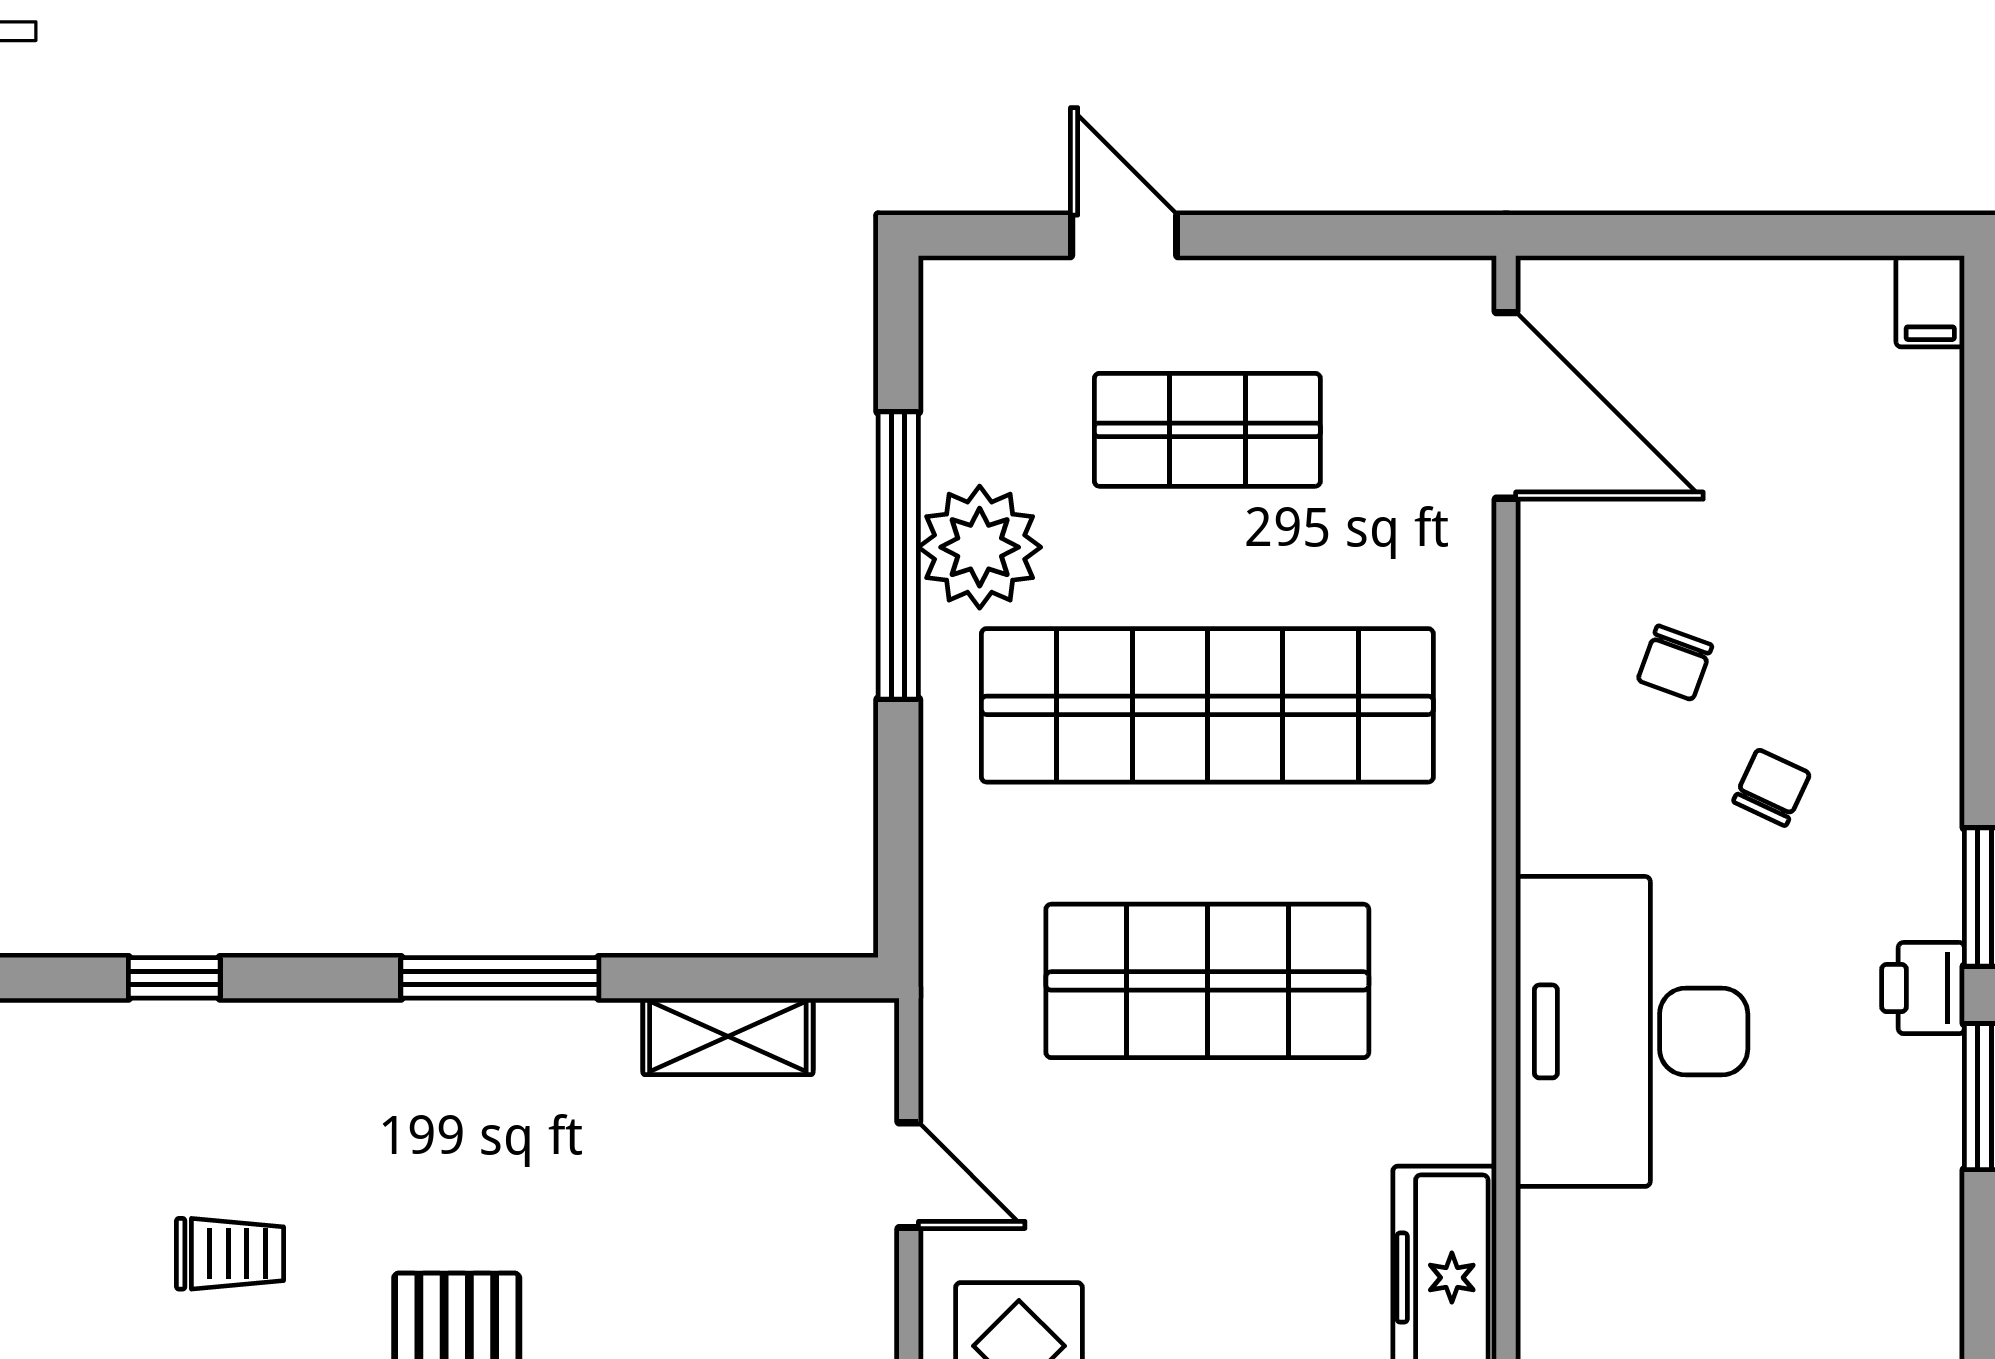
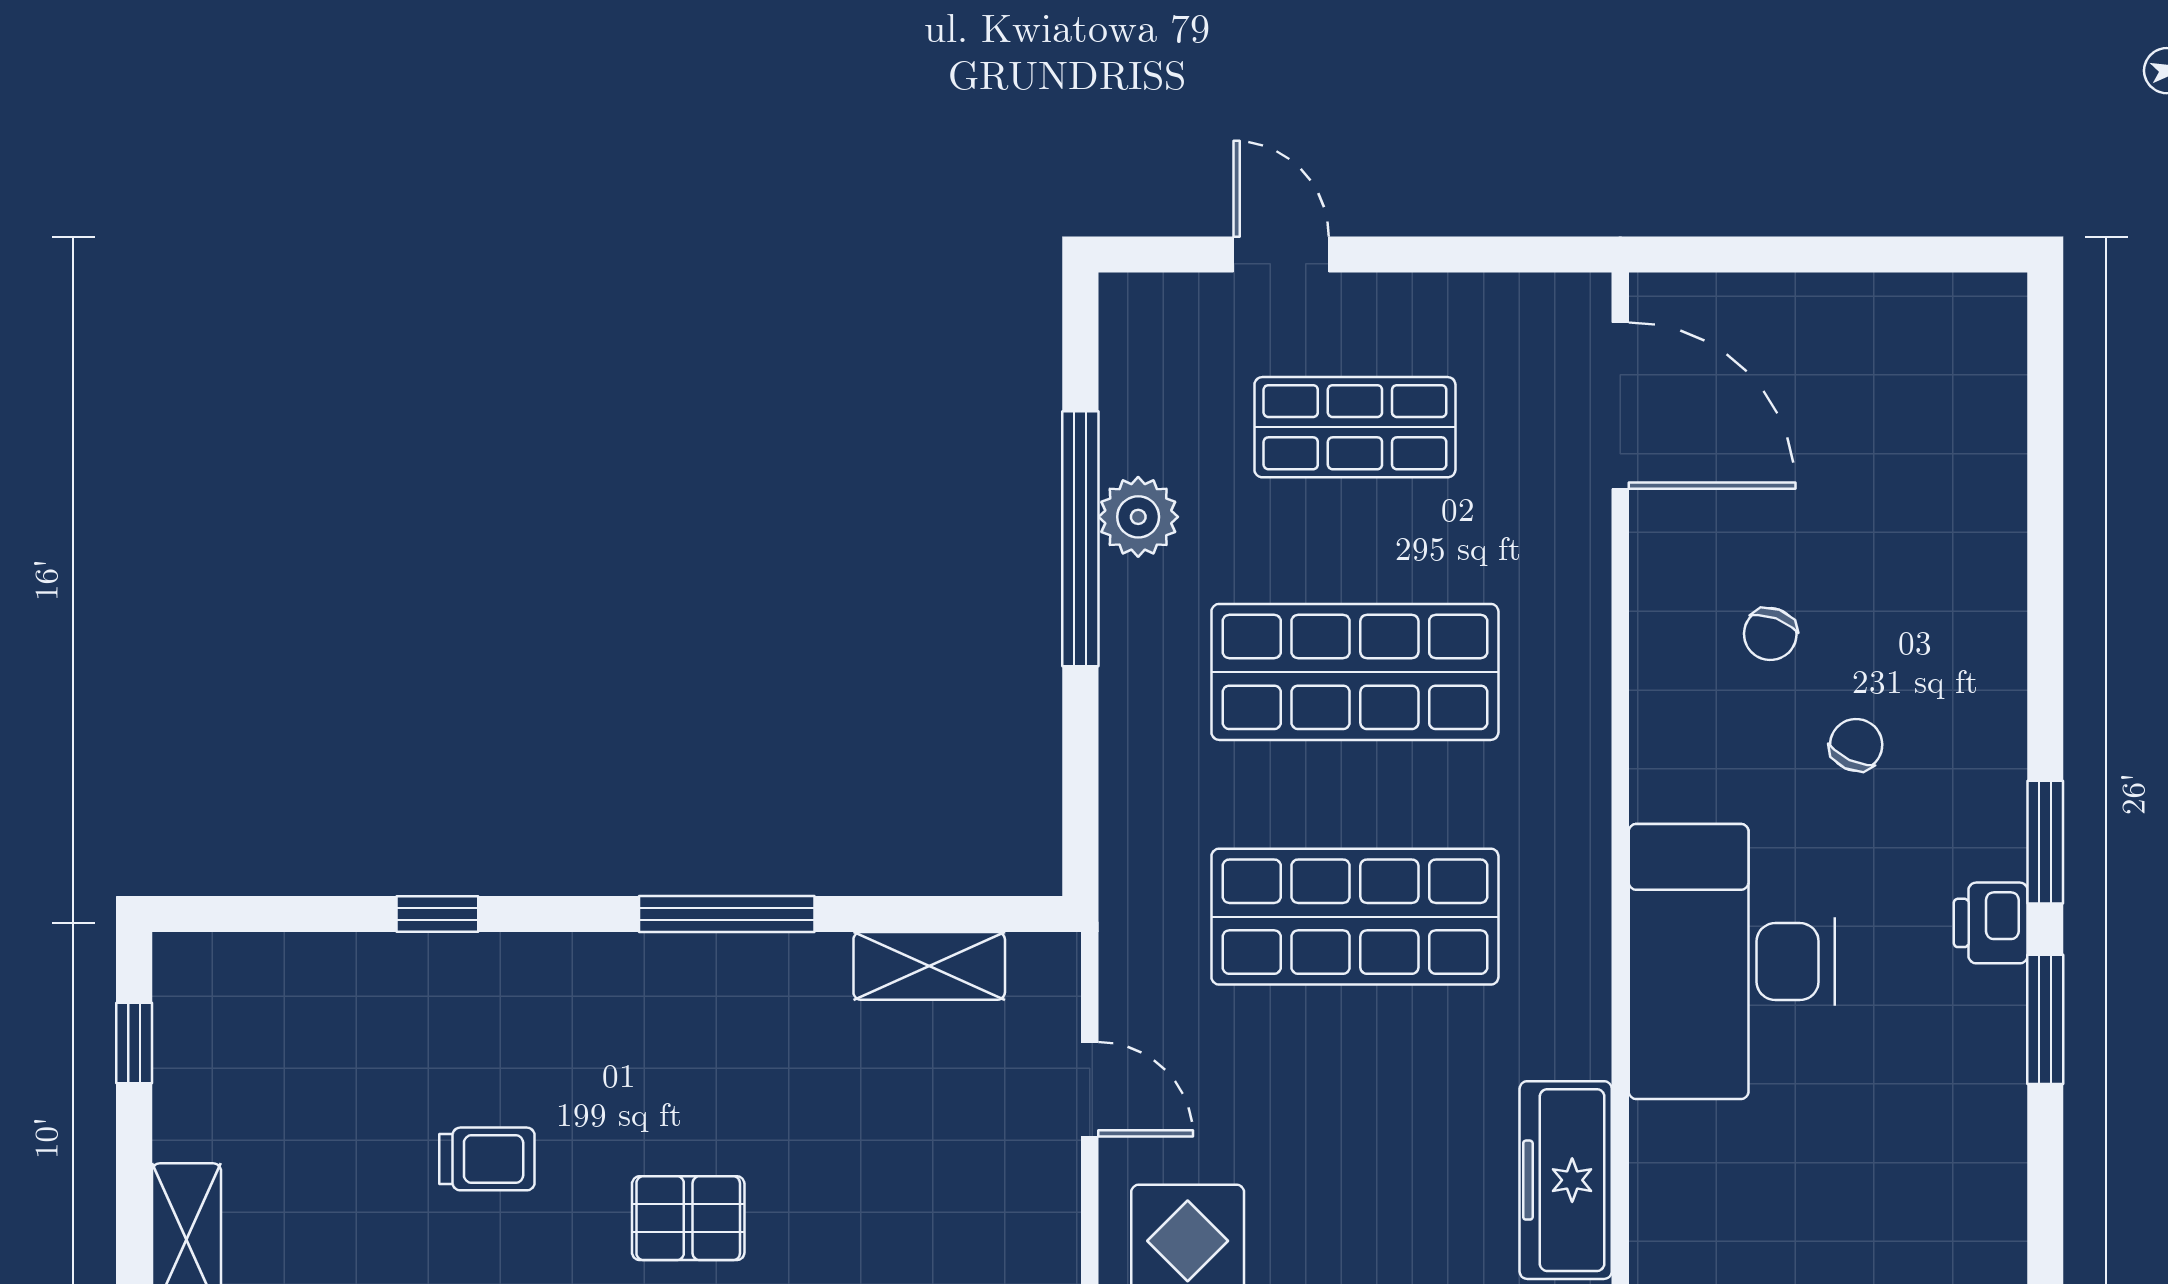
filing cabinet: (1930, 301) -> (1997, 313), removed
plant: (980, 547) -> (1138, 517), width x0.73, depth x0.73
shop shelf: (1207, 705) -> (1355, 672), width x0.71

